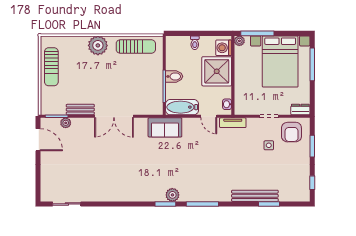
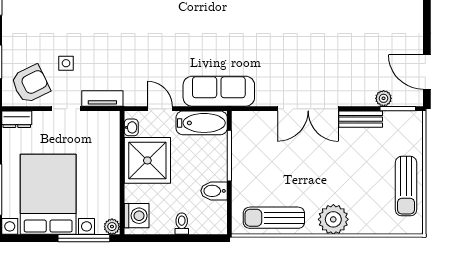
sun lounger: (51, 67) -> (406, 186), turned 180
shower: (217, 71) -> (147, 160), moved
bidet: (174, 76) -> (214, 191), moved
double door: (114, 116) -> (308, 109), swing flipped
tv unit: (233, 123) -> (102, 99), moved
sofa: (165, 127) -> (219, 91), width x1.36
armchair: (291, 132) -> (30, 84), turned 65

